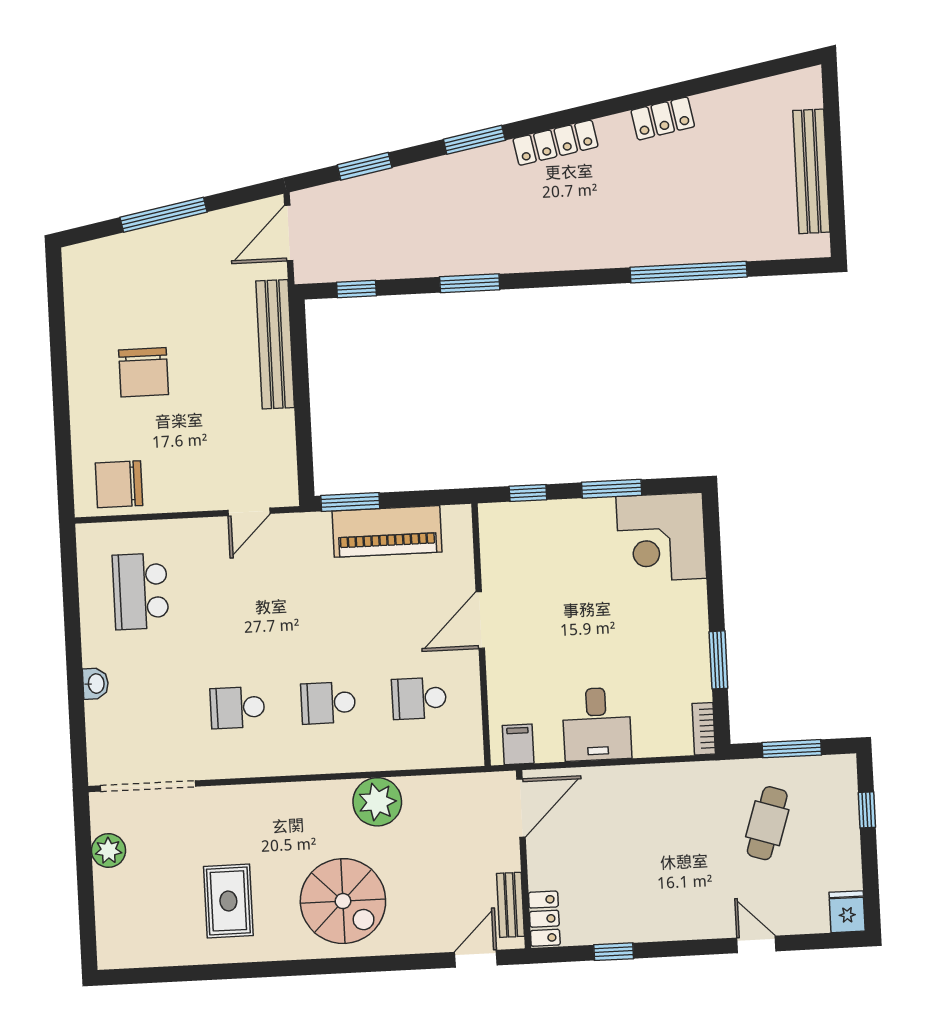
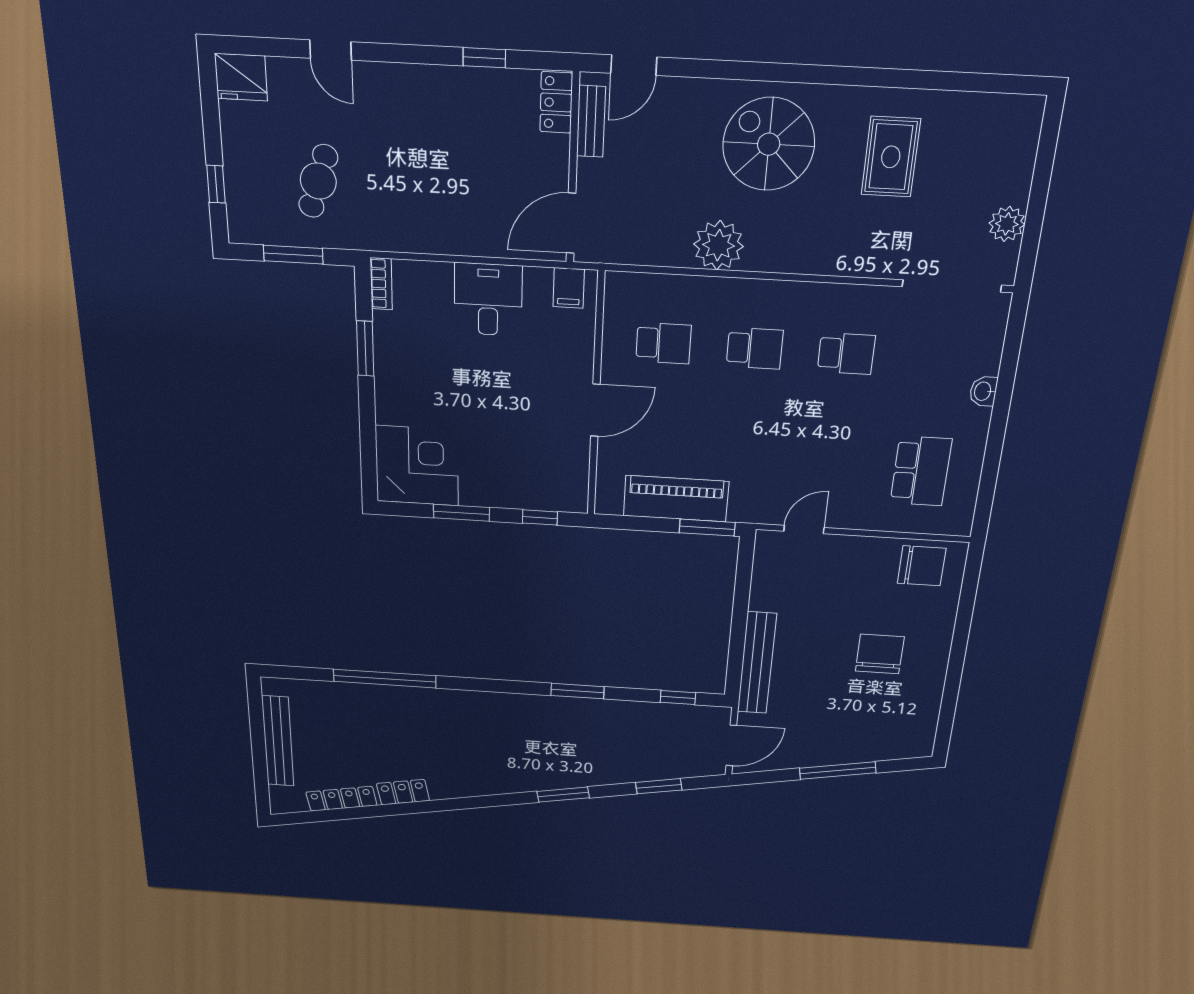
locker: (555, 143) -> (341, 799), moved
fridge: (847, 912) -> (241, 77), width x1.38

